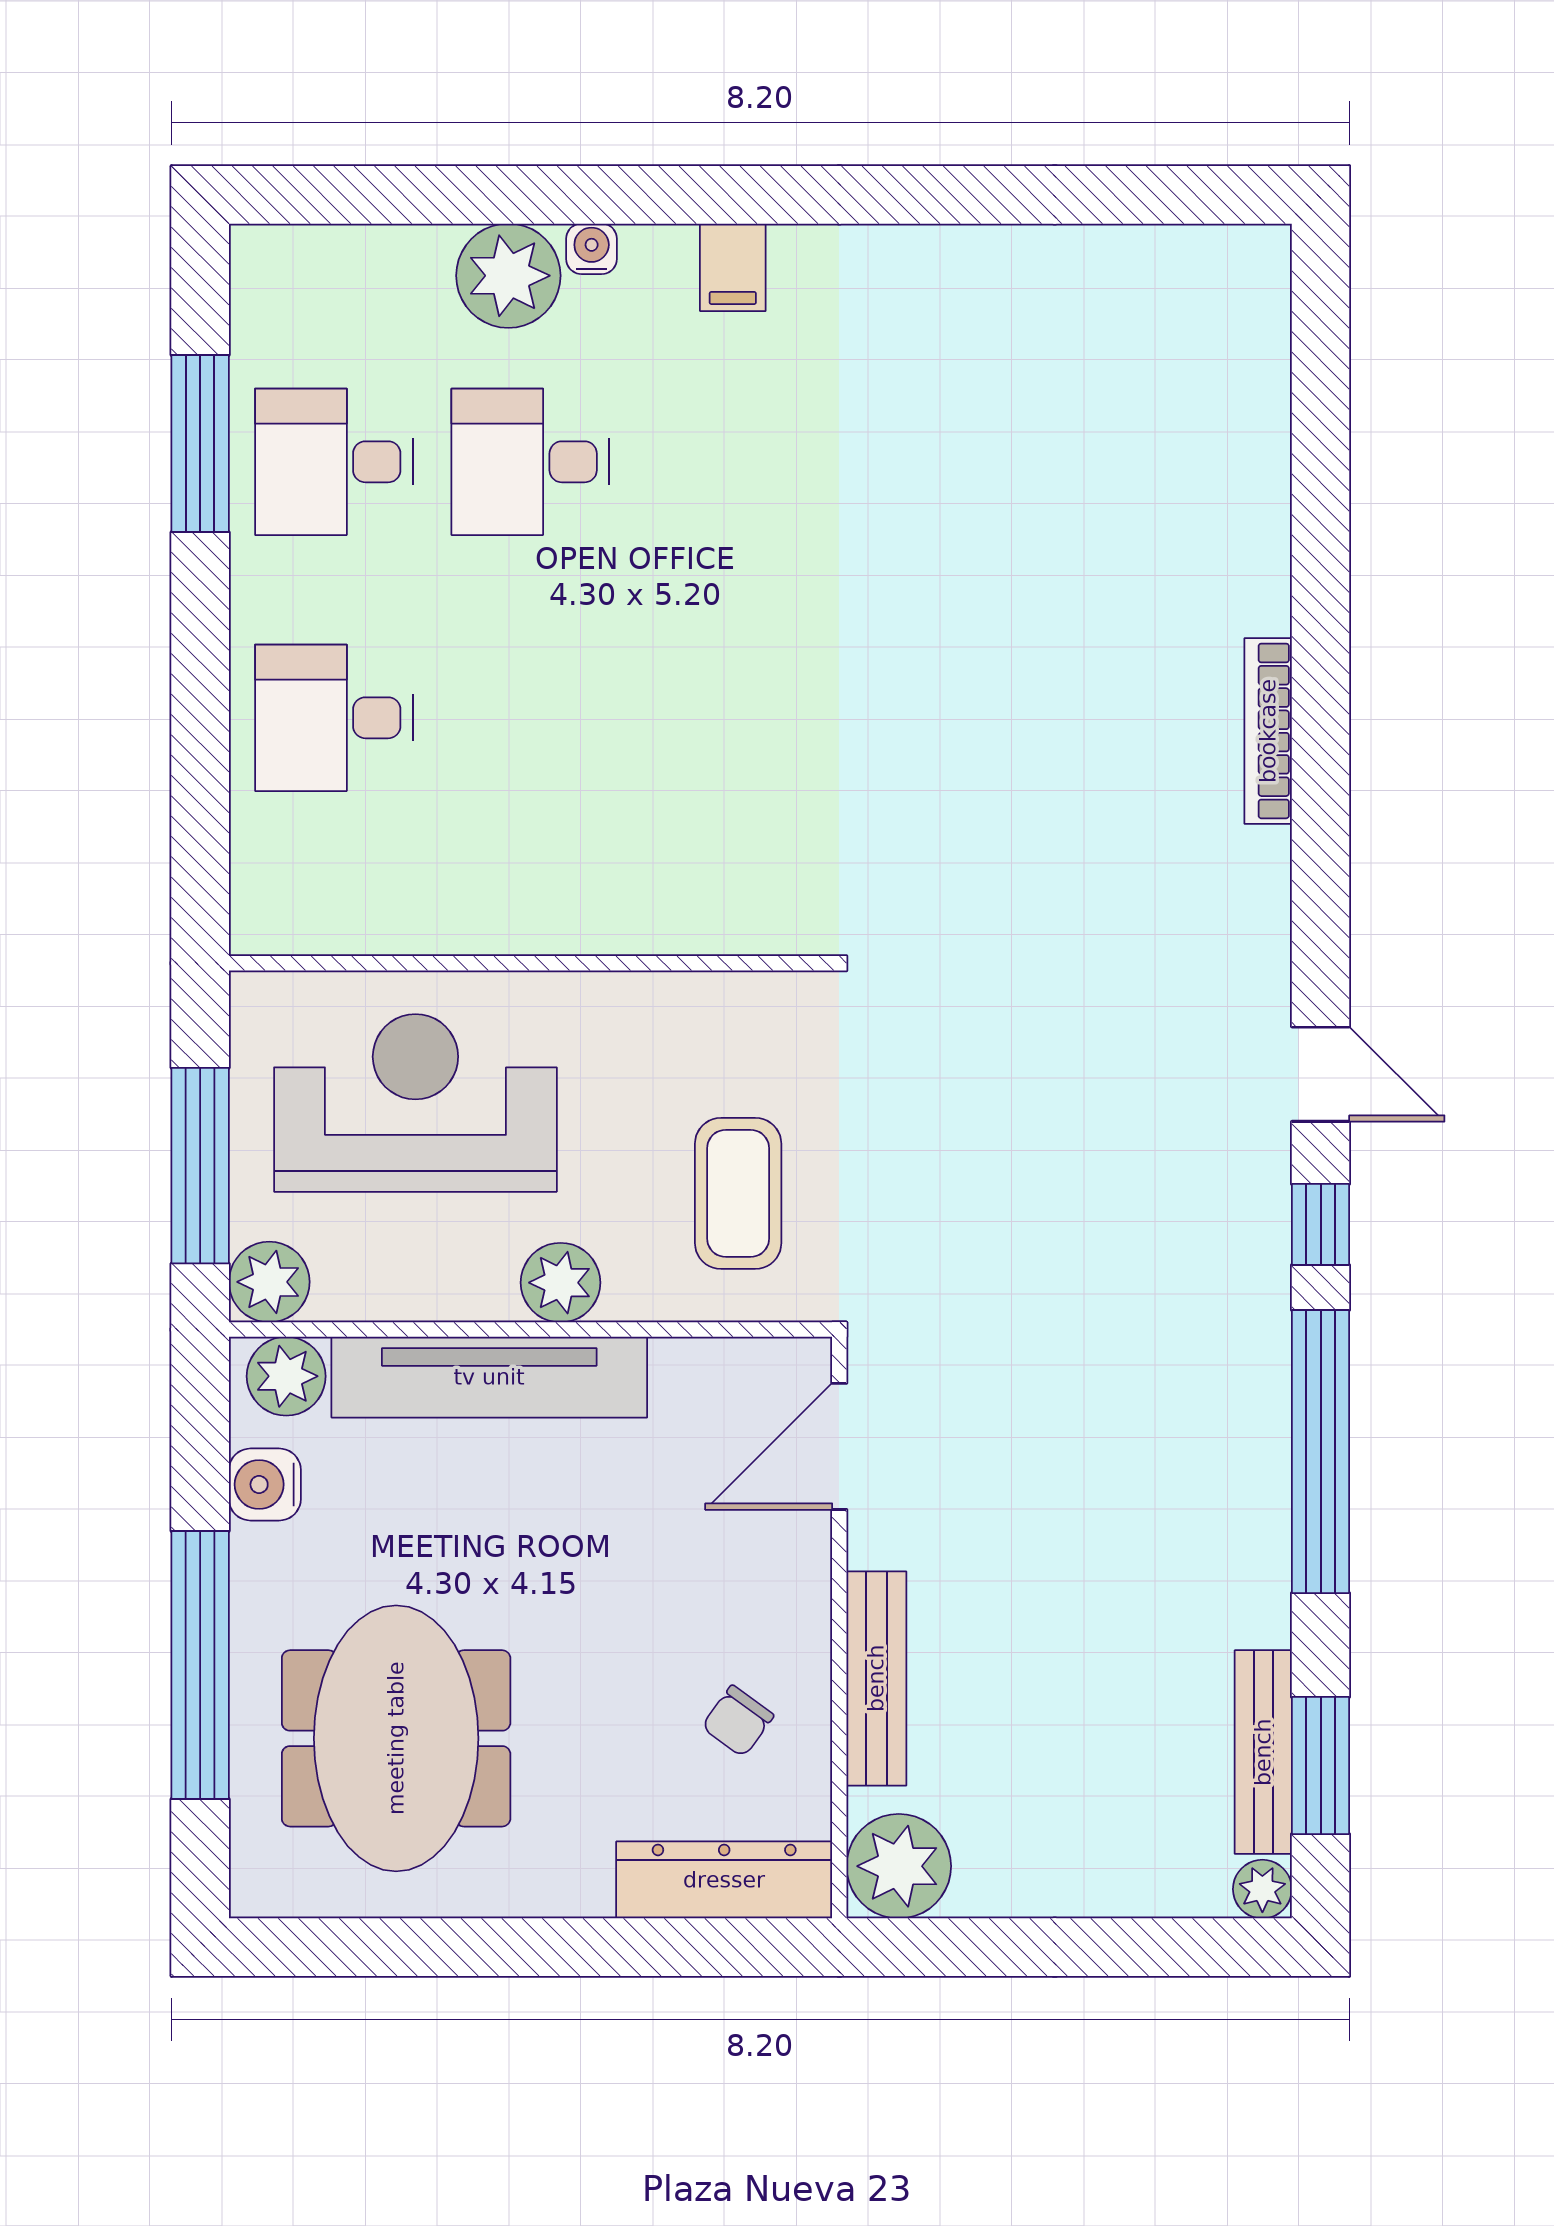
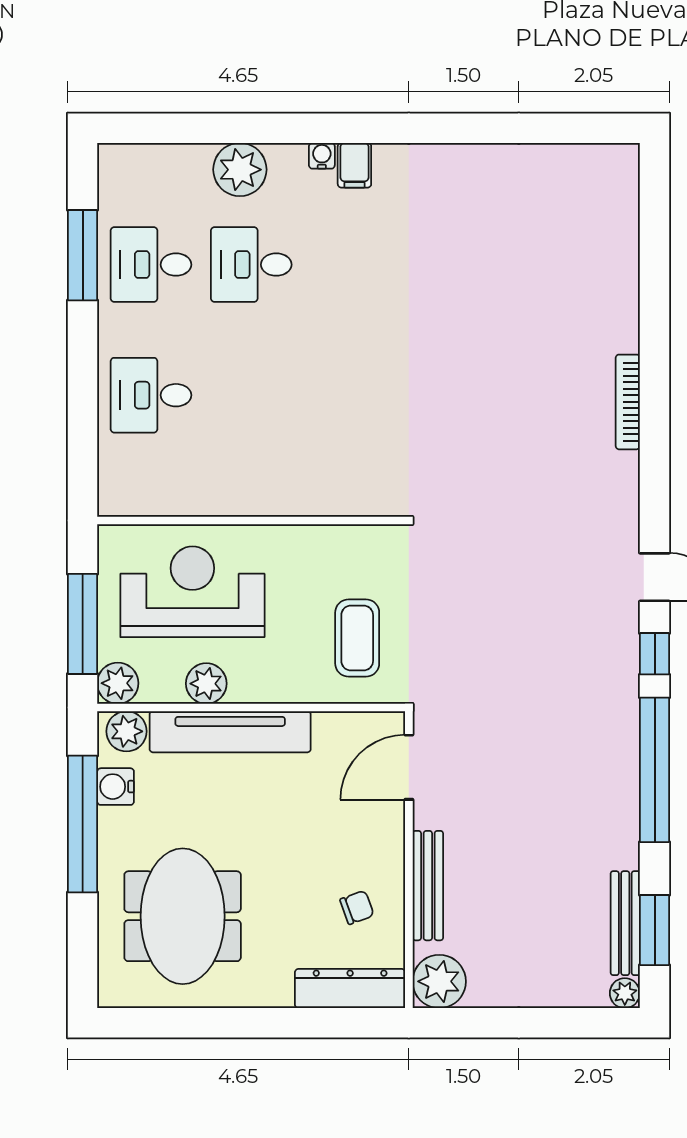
water cooler: (592, 249) -> (322, 156), moved
plant: (560, 1283) -> (206, 684), moved
window: (200, 1665) -> (83, 824), moved
chair: (738, 1721) -> (357, 907), turned -146

